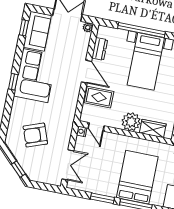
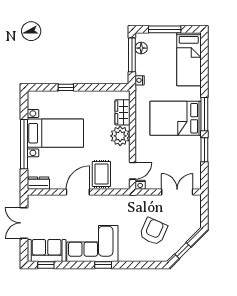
plant: (88, 27) -> (32, 200), removed
dresser: (100, 49) -> (38, 183), moved
armchair: (35, 135) -> (153, 231), turned -136
window: (18, 169) -> (183, 251), moved

